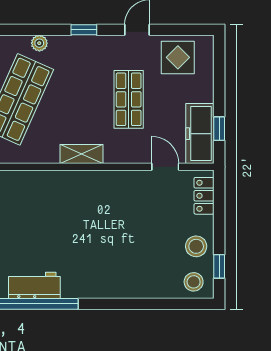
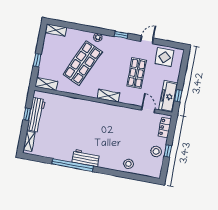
window: (219, 266) -> (168, 151), moved
stool: (194, 282) -> (128, 164), moved
workbench: (34, 285) -> (86, 158), moved

